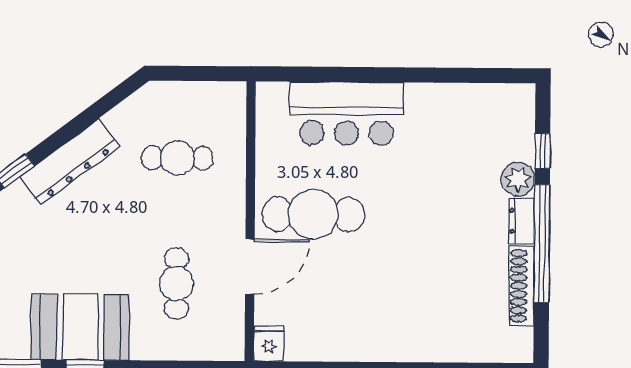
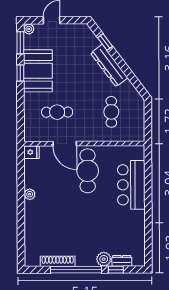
dresser: (522, 221) -> (122, 261), moved
plant: (366, 349) -> (30, 194), added

